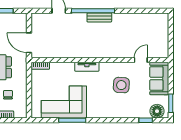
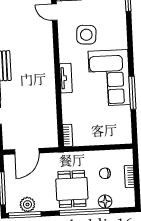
door: (29, 43) -> (27, 151), moved
corner sofa: (64, 102) -> (109, 78), moved

